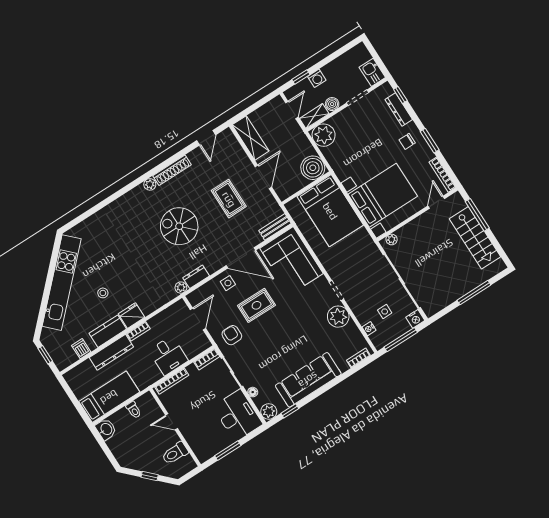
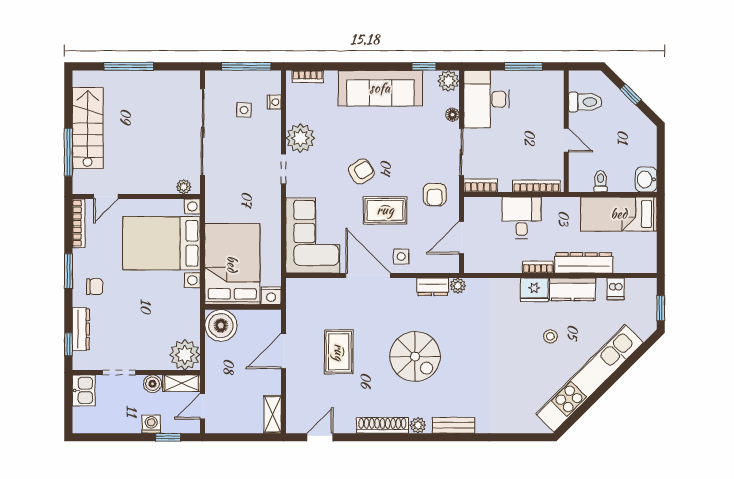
shelving: (251, 138) -> (273, 414), width x0.67, depth x0.75
bench: (275, 227) -> (454, 425), moved
nightstand: (415, 319) -> (271, 296), moved, turned 180
armchair: (287, 320) -> (361, 171), added

